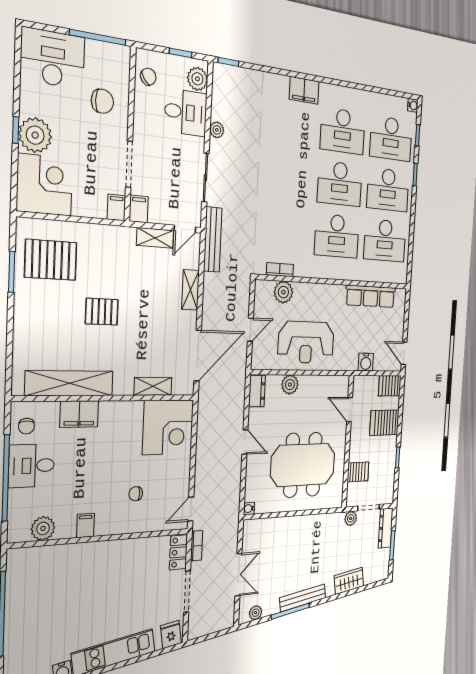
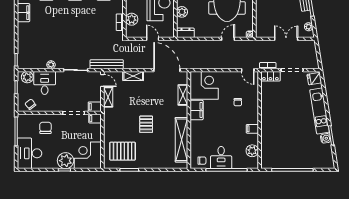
pallet: (51, 260) -> (123, 151), turned 90
filing cabinet: (79, 414) -> (197, 110), moved
door: (245, 442) -> (228, 39), moved

